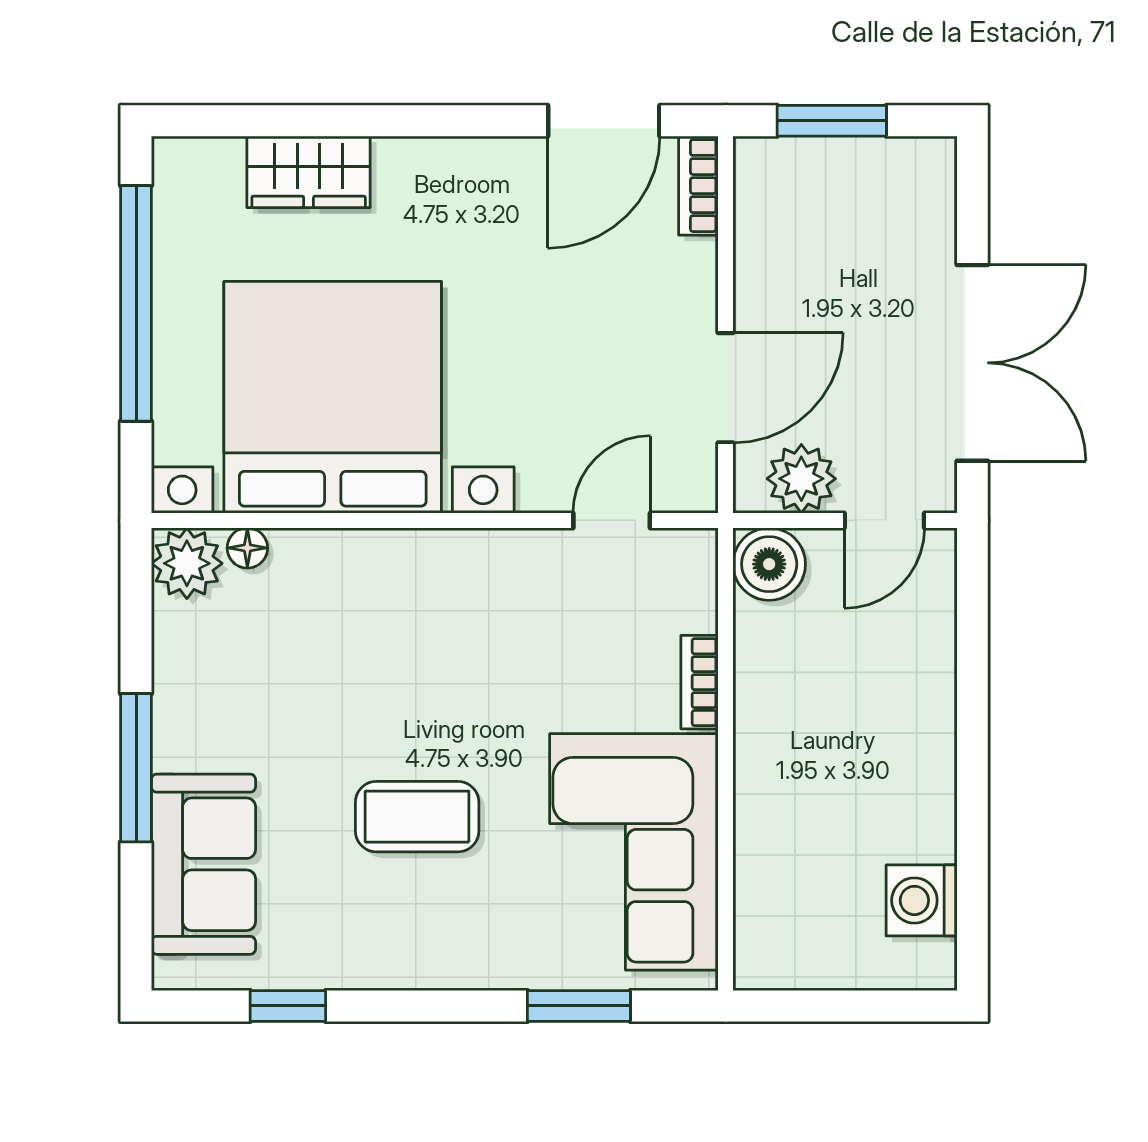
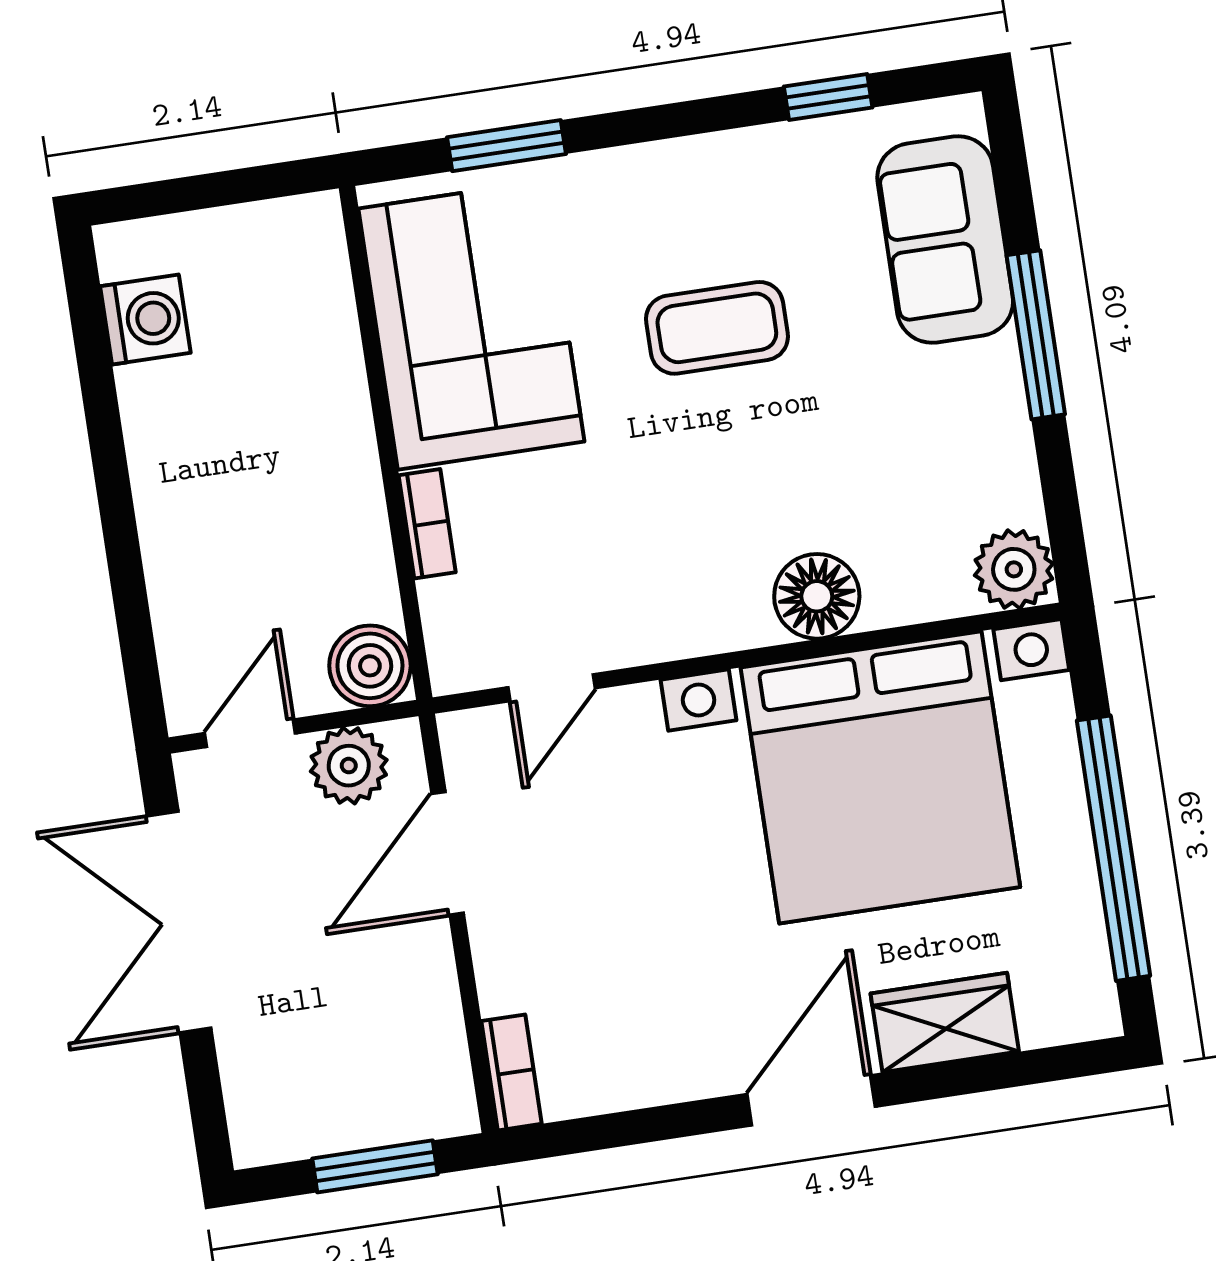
door: (604, 121) -> (811, 1100), moved
floor lamp: (247, 548) -> (817, 596), moved, width x1.89, depth x1.89

